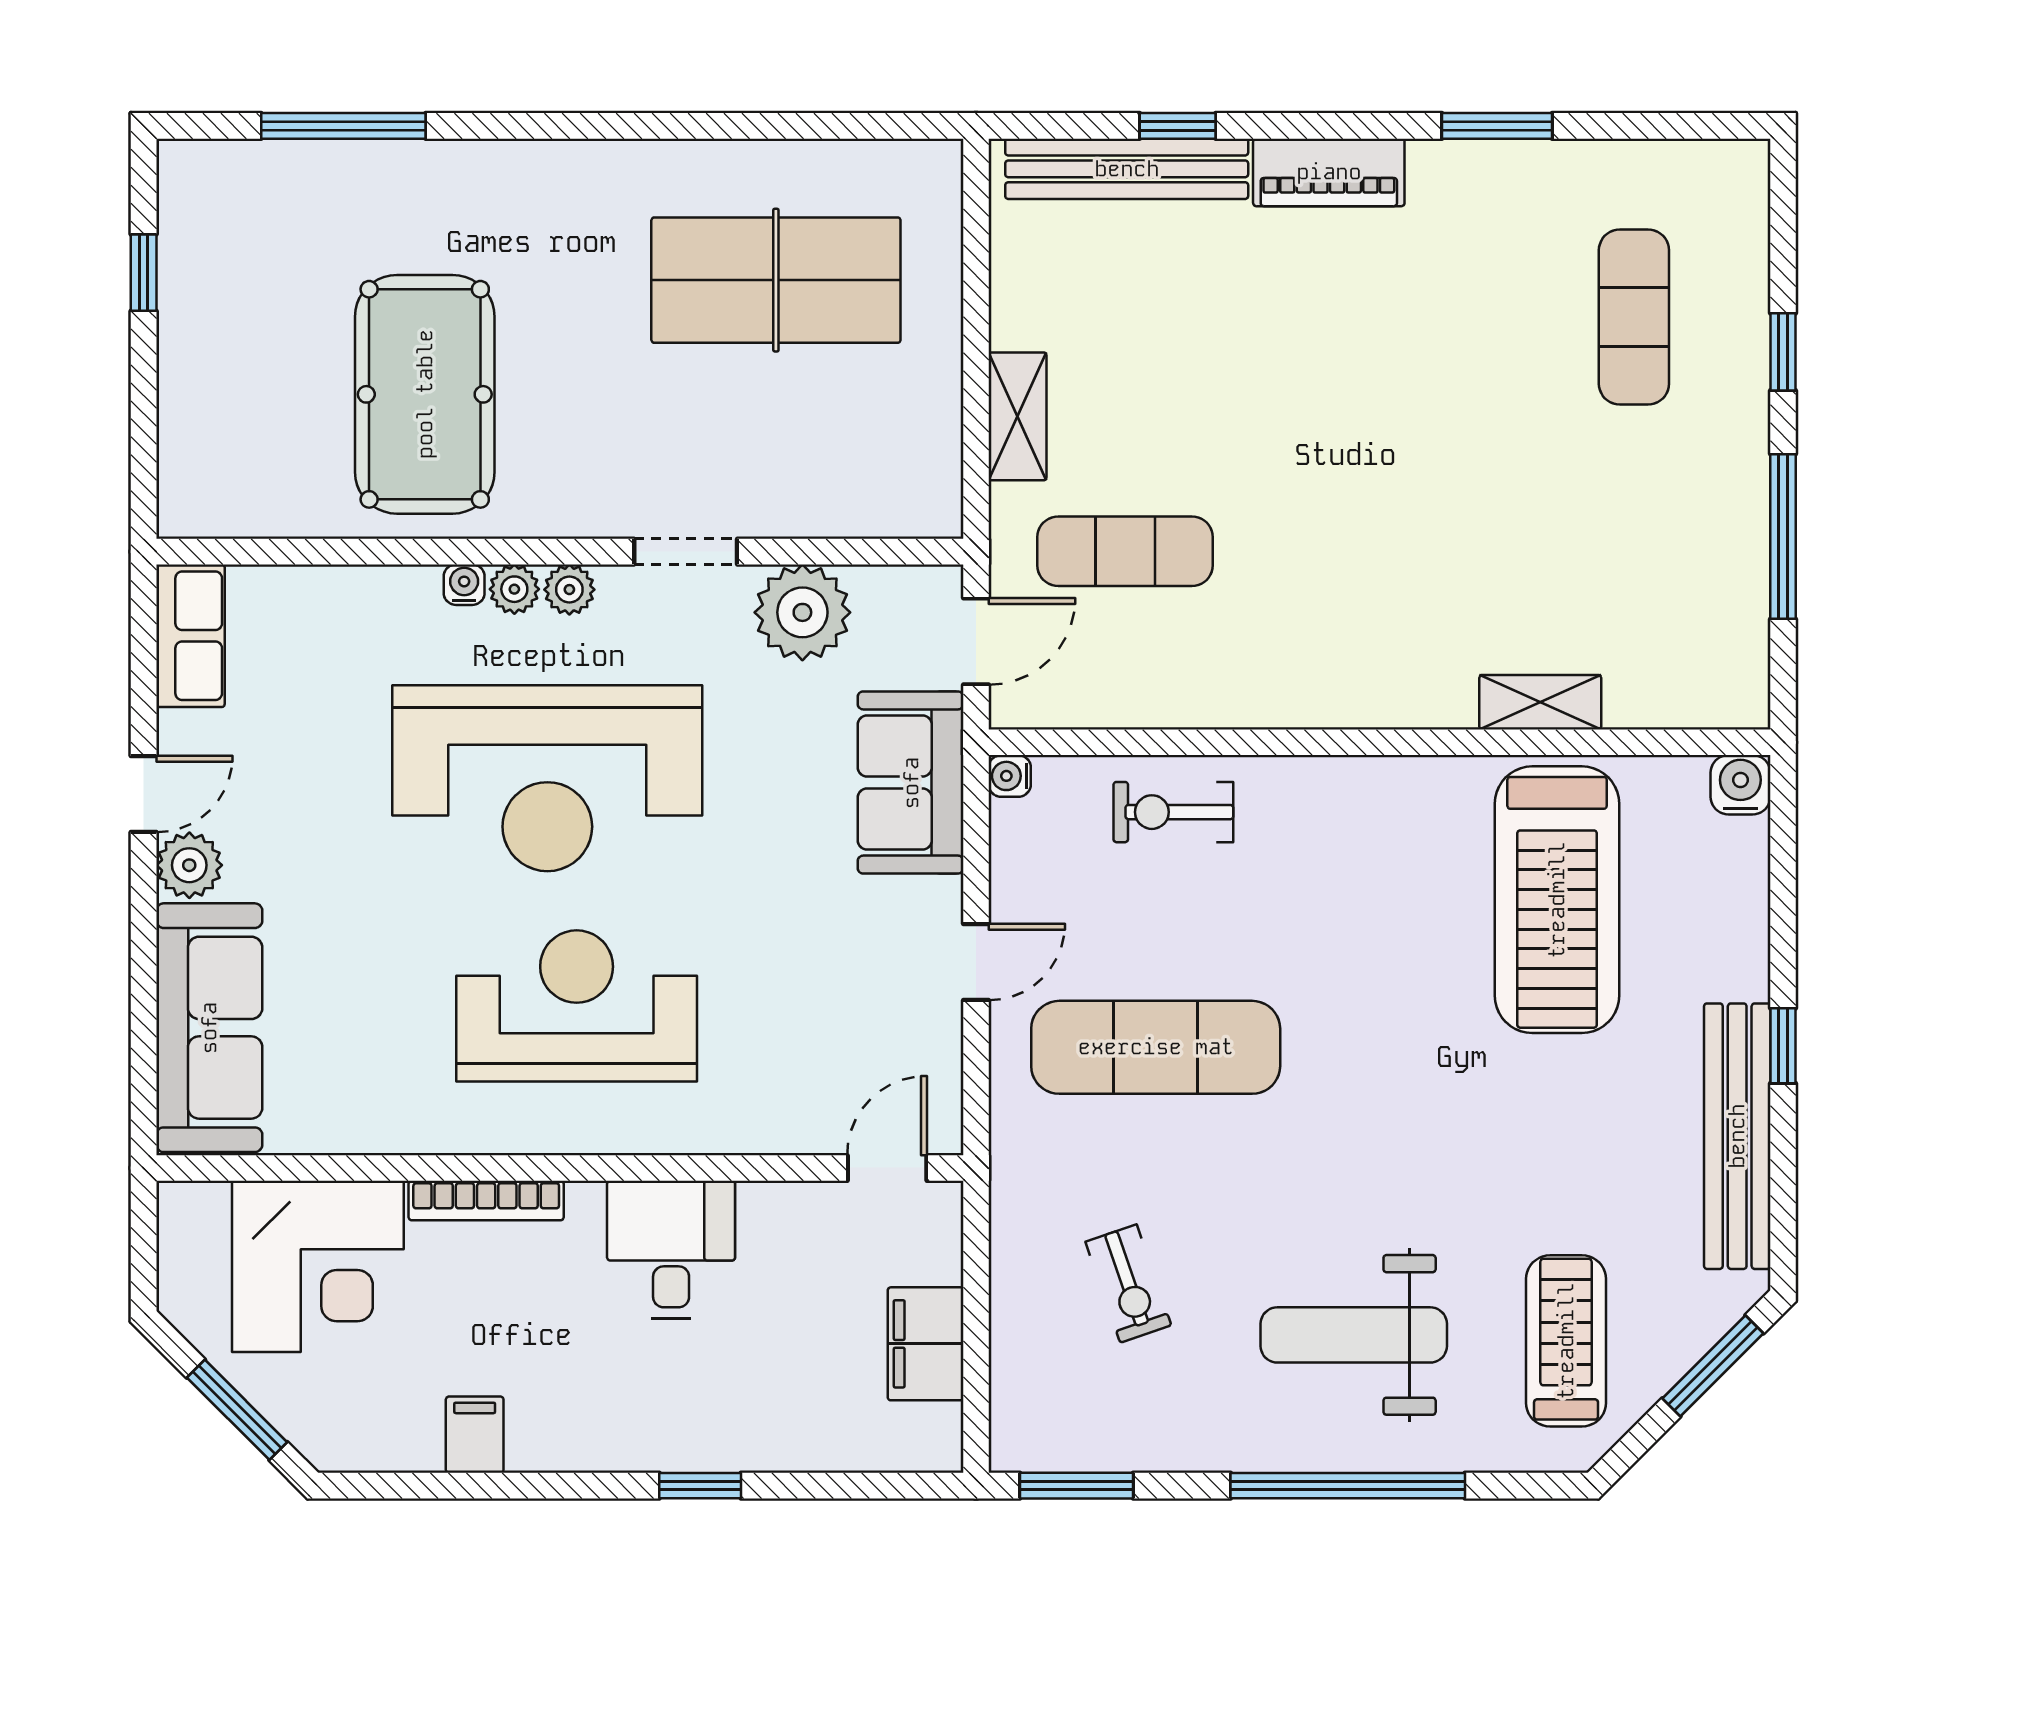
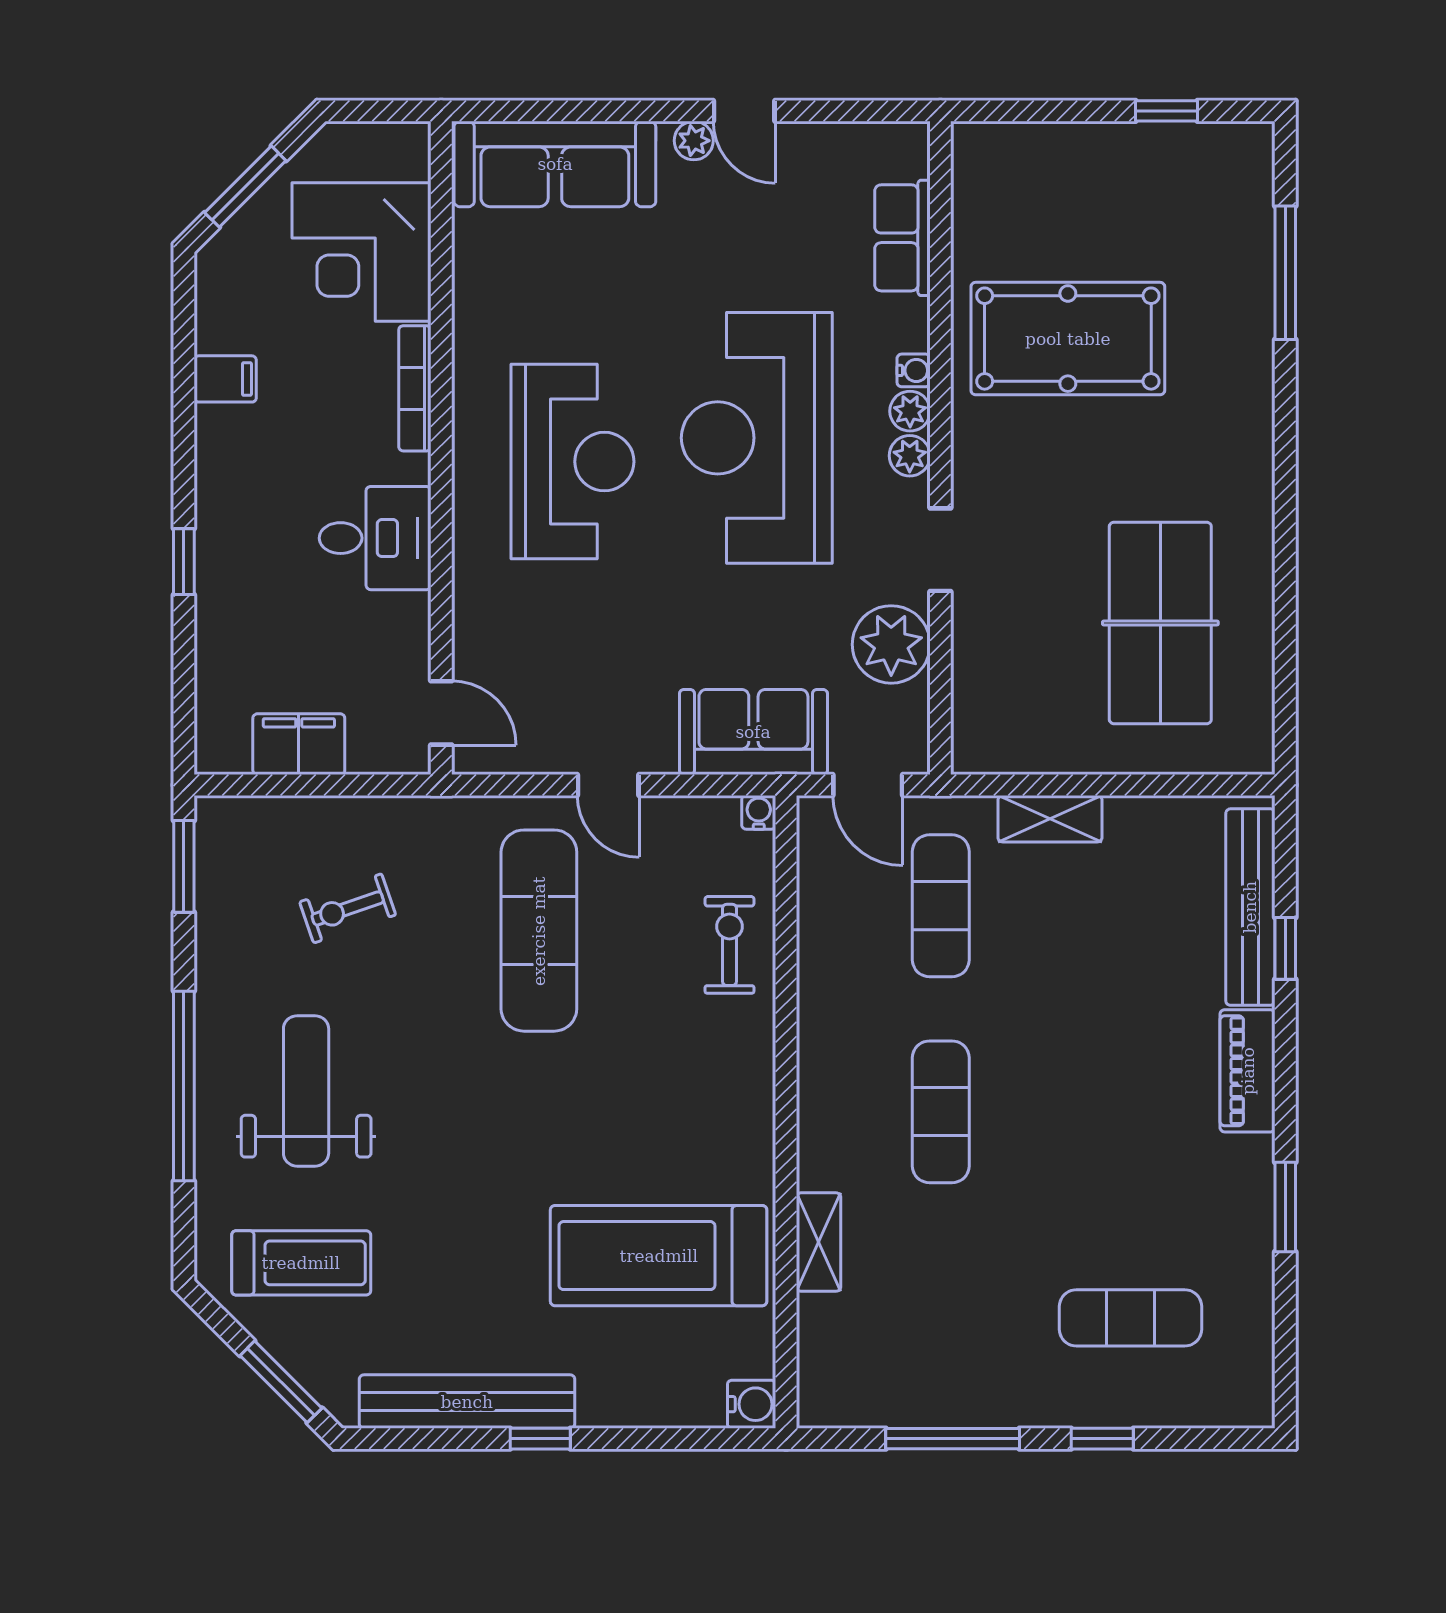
exercise mat: (1379, 551) -> (941, 1112), added
row of seats: (190, 636) -> (902, 238), moved, turned 90
plant: (189, 865) -> (694, 141), width x0.73, depth x0.73

